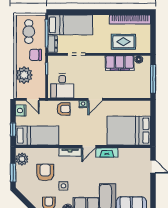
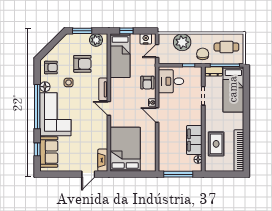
fireplace: (107, 152) -> (103, 160), moved

